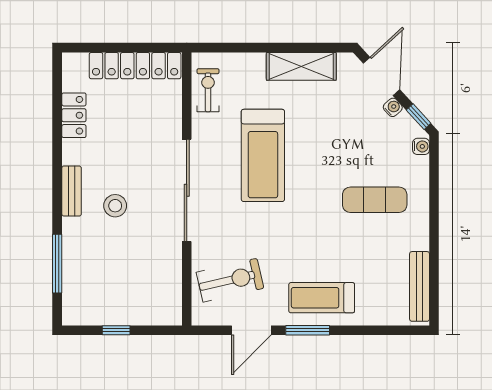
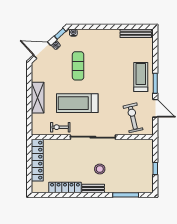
shelving: (301, 66) -> (38, 98), moved
exercise bike: (208, 90) -> (60, 127), moved
locker: (74, 115) -> (65, 187), width x1.53
treadmill: (263, 155) -> (77, 103), turned 180
exercise mat: (375, 200) -> (78, 66), moved
treadmill: (322, 298) -> (141, 77), turned 180

